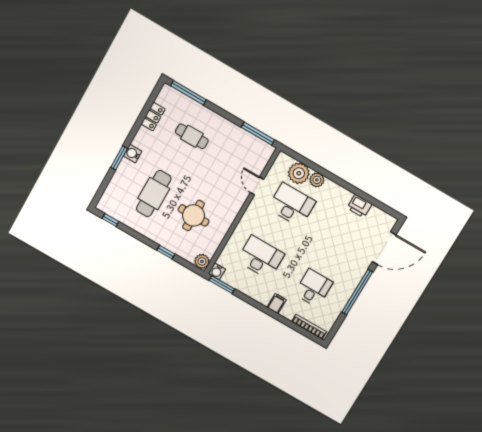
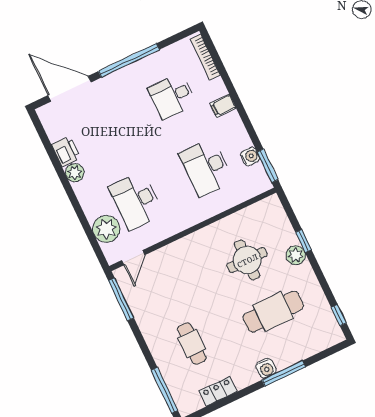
window: (119, 158) -> (284, 373), width x1.44
plant: (317, 180) -> (75, 173), moved
door: (257, 186) -> (133, 258), moved
plant: (202, 261) -> (296, 255), moved
water cooler: (217, 271) -> (250, 156), moved

